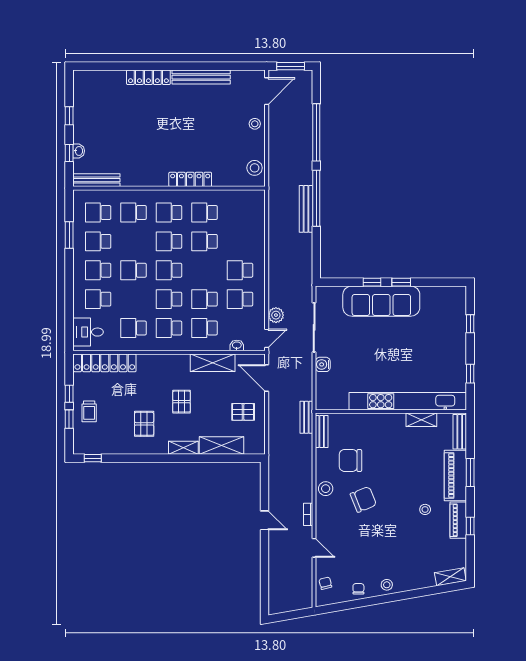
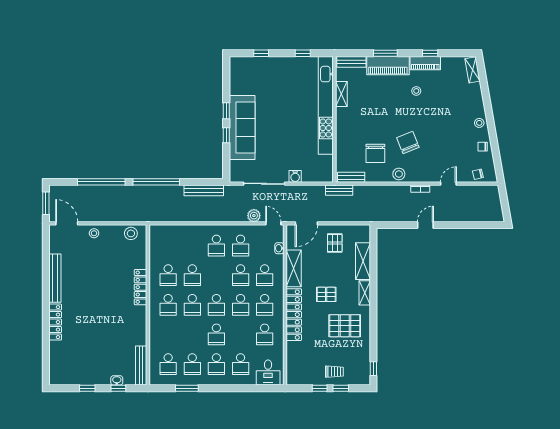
bench: (306, 209) -> (204, 190), moved
school desk: (134, 213) -> (168, 334), removed
locker: (105, 363) -> (294, 315), moved
pallet: (144, 424) -> (345, 326), width x1.50, depth x1.42

